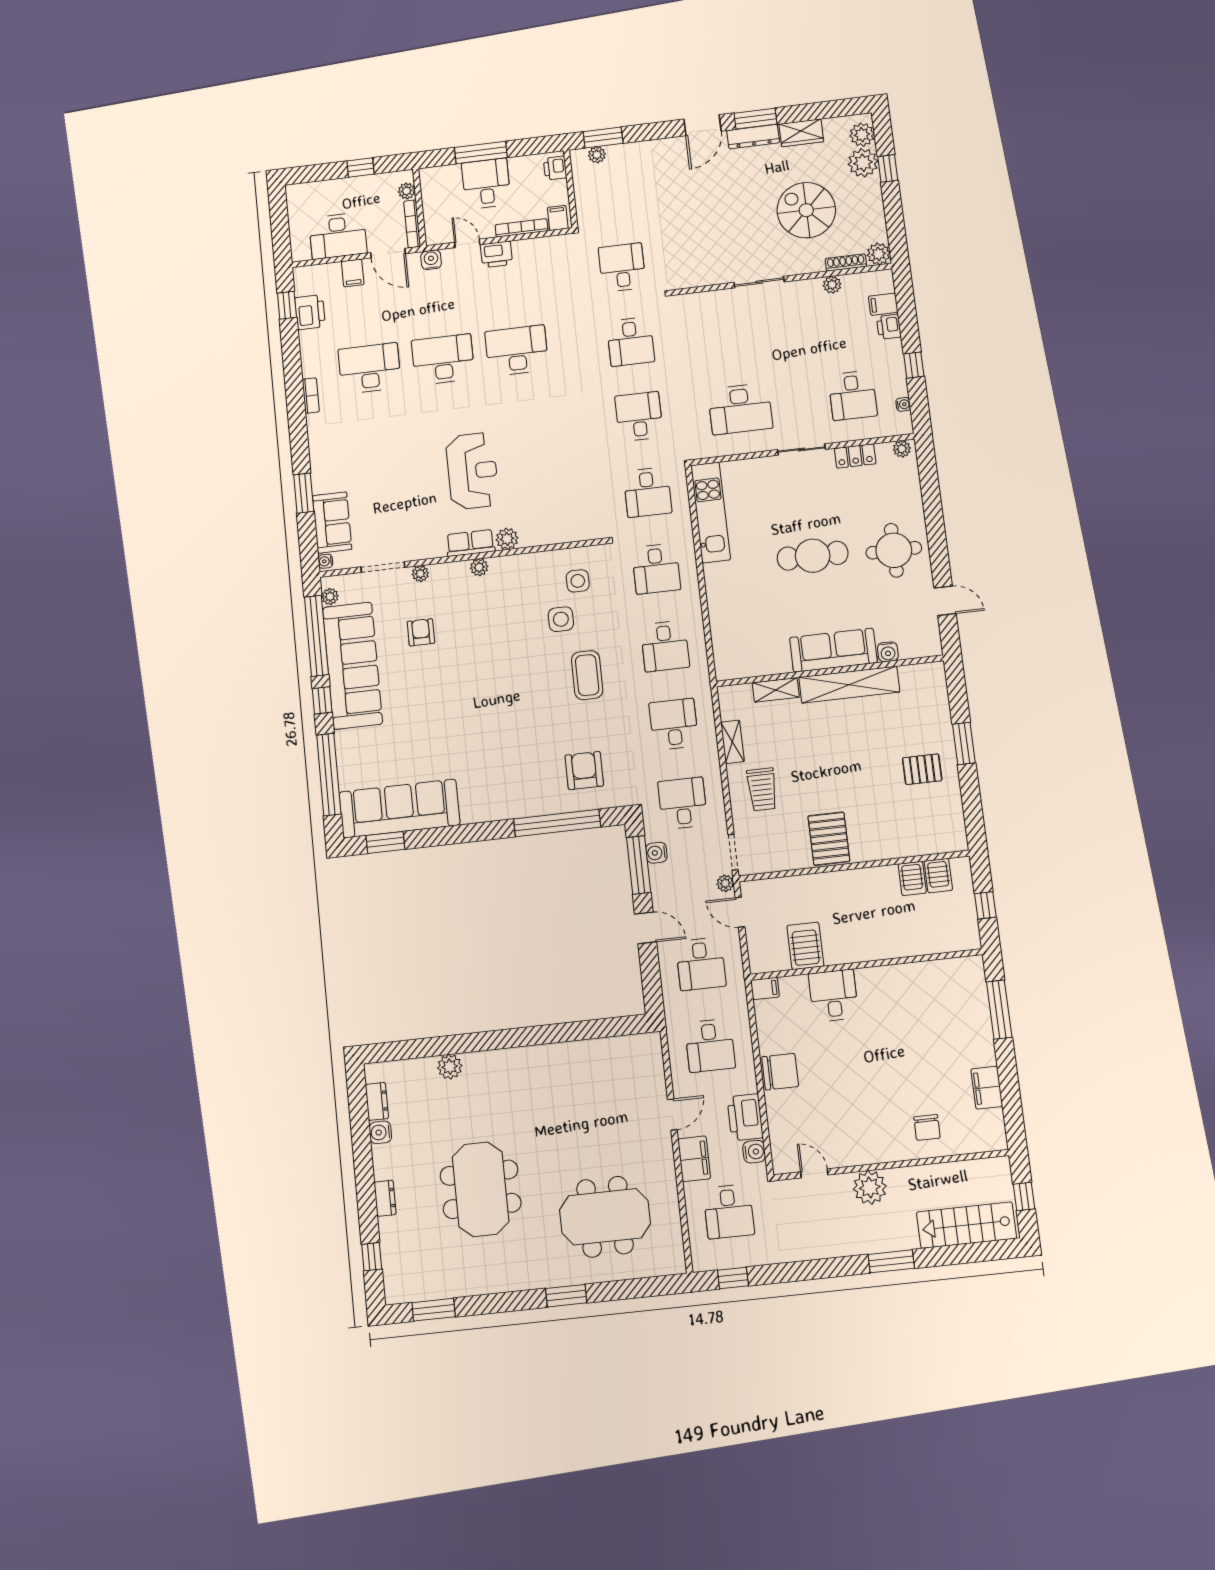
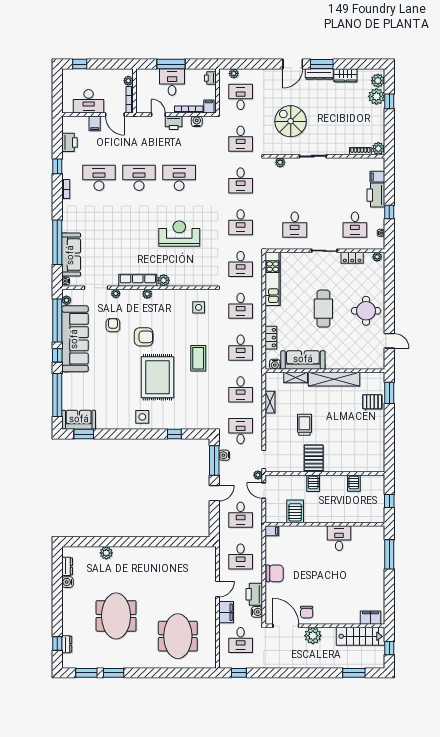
window: (603, 137) -> (238, 64), removed
window: (361, 167) -> (80, 64), moved
desk: (614, 194) -> (241, 97), added
spiral stairs: (806, 210) -> (291, 121), moved
water cooler: (431, 260) -> (197, 121), moved
desk: (622, 267) -> (241, 139), turned 180
plant: (832, 285) -> (280, 162), moved
window: (287, 305) -> (57, 166), moved
printer: (889, 327) -> (376, 195), width x1.87, depth x1.48
desk: (740, 409) -> (295, 225), width x0.73
desk: (639, 416) -> (241, 222), turned 180
reception desk: (472, 471) -> (179, 233), moved, turned -90
window: (304, 493) -> (57, 242), width x2.11
sofa: (332, 523) -> (71, 255), width x1.36
row of seats: (470, 543) -> (138, 280), width x1.48
cafe table: (813, 556) -> (323, 309), turned 90
side table: (561, 619) -> (142, 417), moved
locker: (720, 621) -> (271, 338), added
sofa: (833, 650) -> (303, 360), moved
water cooler: (888, 652) -> (275, 364), moved
rug: (514, 720) -> (157, 377), added
desk: (674, 724) -> (241, 389), turned 180
window: (964, 743) -> (389, 393), moved
pallet: (922, 769) -> (372, 402), moved
armchair: (584, 771) -> (144, 337), moved, turned 90
trolley: (762, 789) -> (304, 425), moved, turned 180
sofa: (399, 808) -> (79, 420), width x0.54, depth x0.79
window: (557, 823) -> (174, 434), width x0.32
server rack: (938, 876) -> (313, 483), moved
door: (645, 928) -> (214, 493), hinge flipped
desk: (833, 995) -> (339, 538), moved
filing cabinet: (987, 1088) -> (371, 618), moved, turned 90
chair: (927, 1127) -> (307, 612), moved
door: (814, 1173) -> (286, 626), width x1.88
dresser: (385, 1198) -> (67, 644), moved
meeting table: (605, 1217) -> (178, 636), turned 90
stairs: (967, 1225) -> (360, 636), moved, turned 180
window: (891, 1261) -> (354, 673), moved
window: (566, 1296) -> (114, 673), moved

